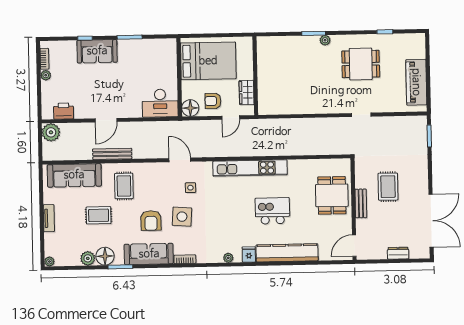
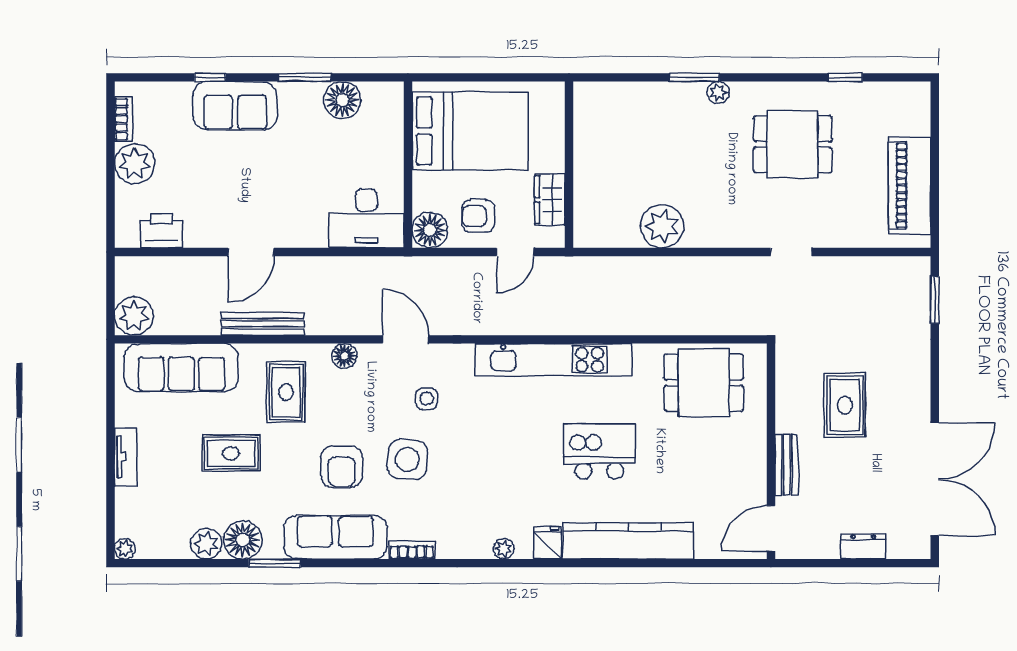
floor lamp: (148, 48) -> (342, 100), added
plant: (46, 75) -> (135, 164), width x1.88, depth x1.88
plant: (300, 104) -> (662, 226), added
plant: (51, 132) -> (134, 316), moved
floor lamp: (151, 168) -> (344, 356), added
dining table: (332, 195) -> (704, 383), moved, turned 90
bench: (361, 203) -> (787, 465), moved

